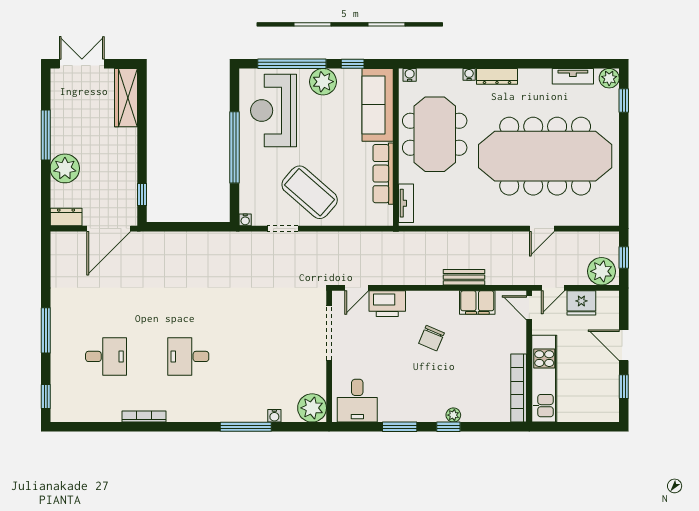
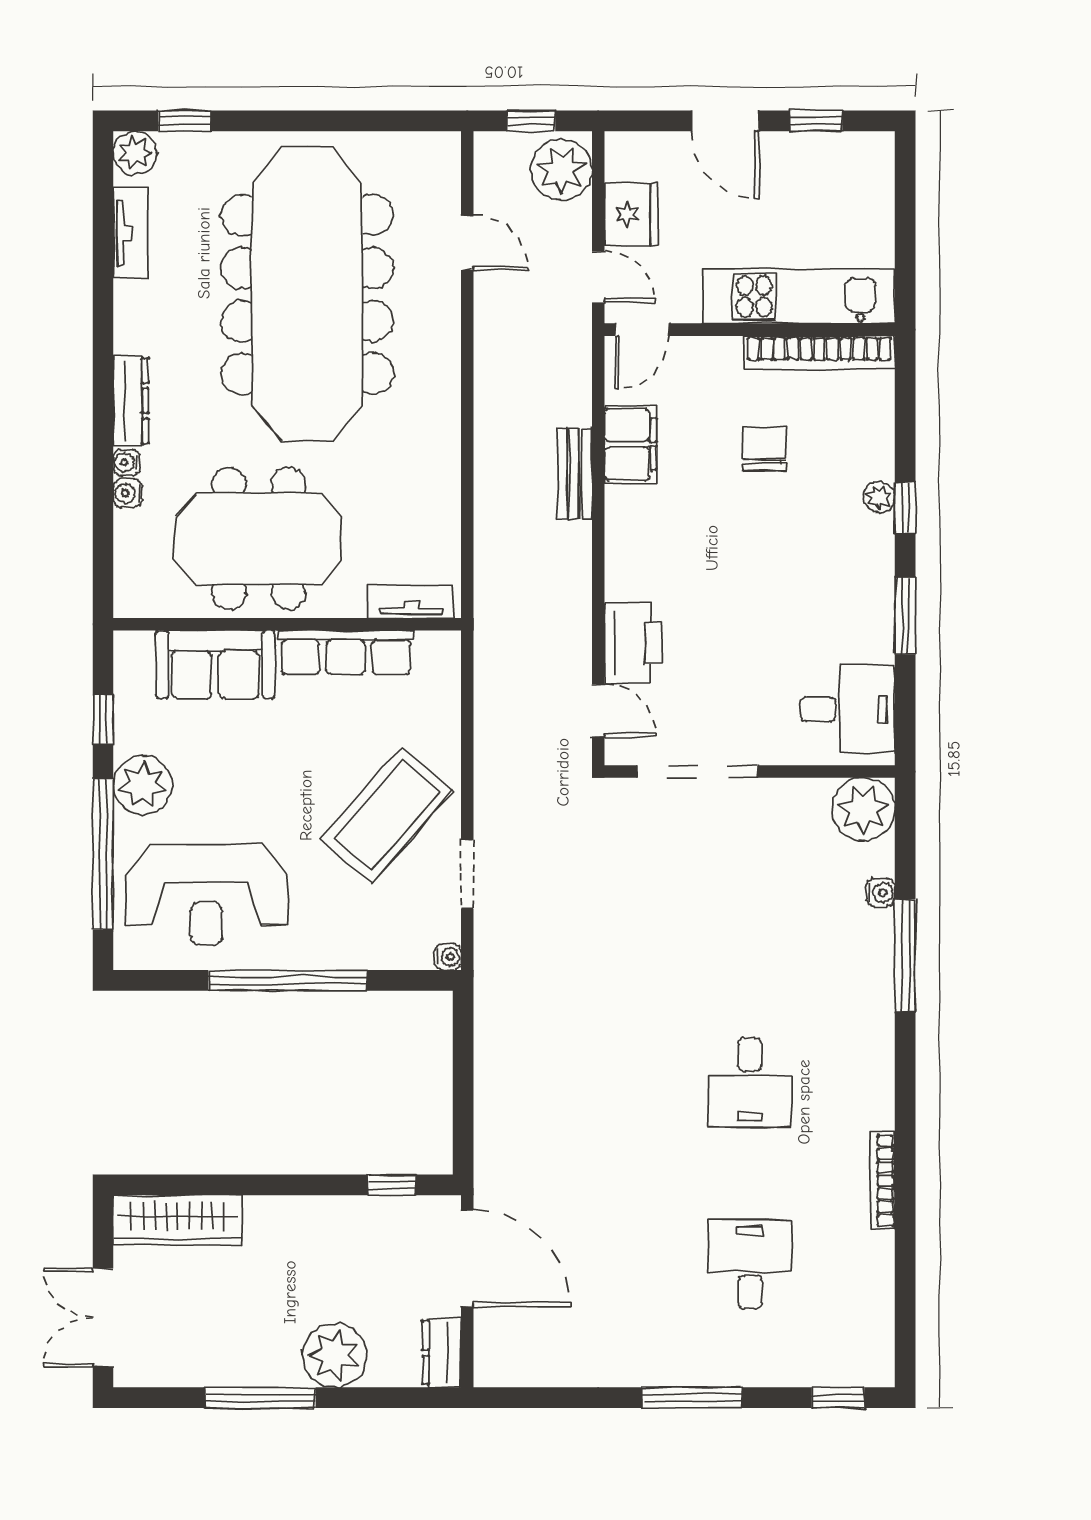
water cooler: (410, 75) -> (128, 493), moved
sofa: (378, 105) -> (215, 665), width x0.73
door: (542, 229) -> (467, 243), moved
chair: (432, 338) -> (765, 449), moved, turned -113
door: (624, 345) -> (725, 121), hinge flipped

